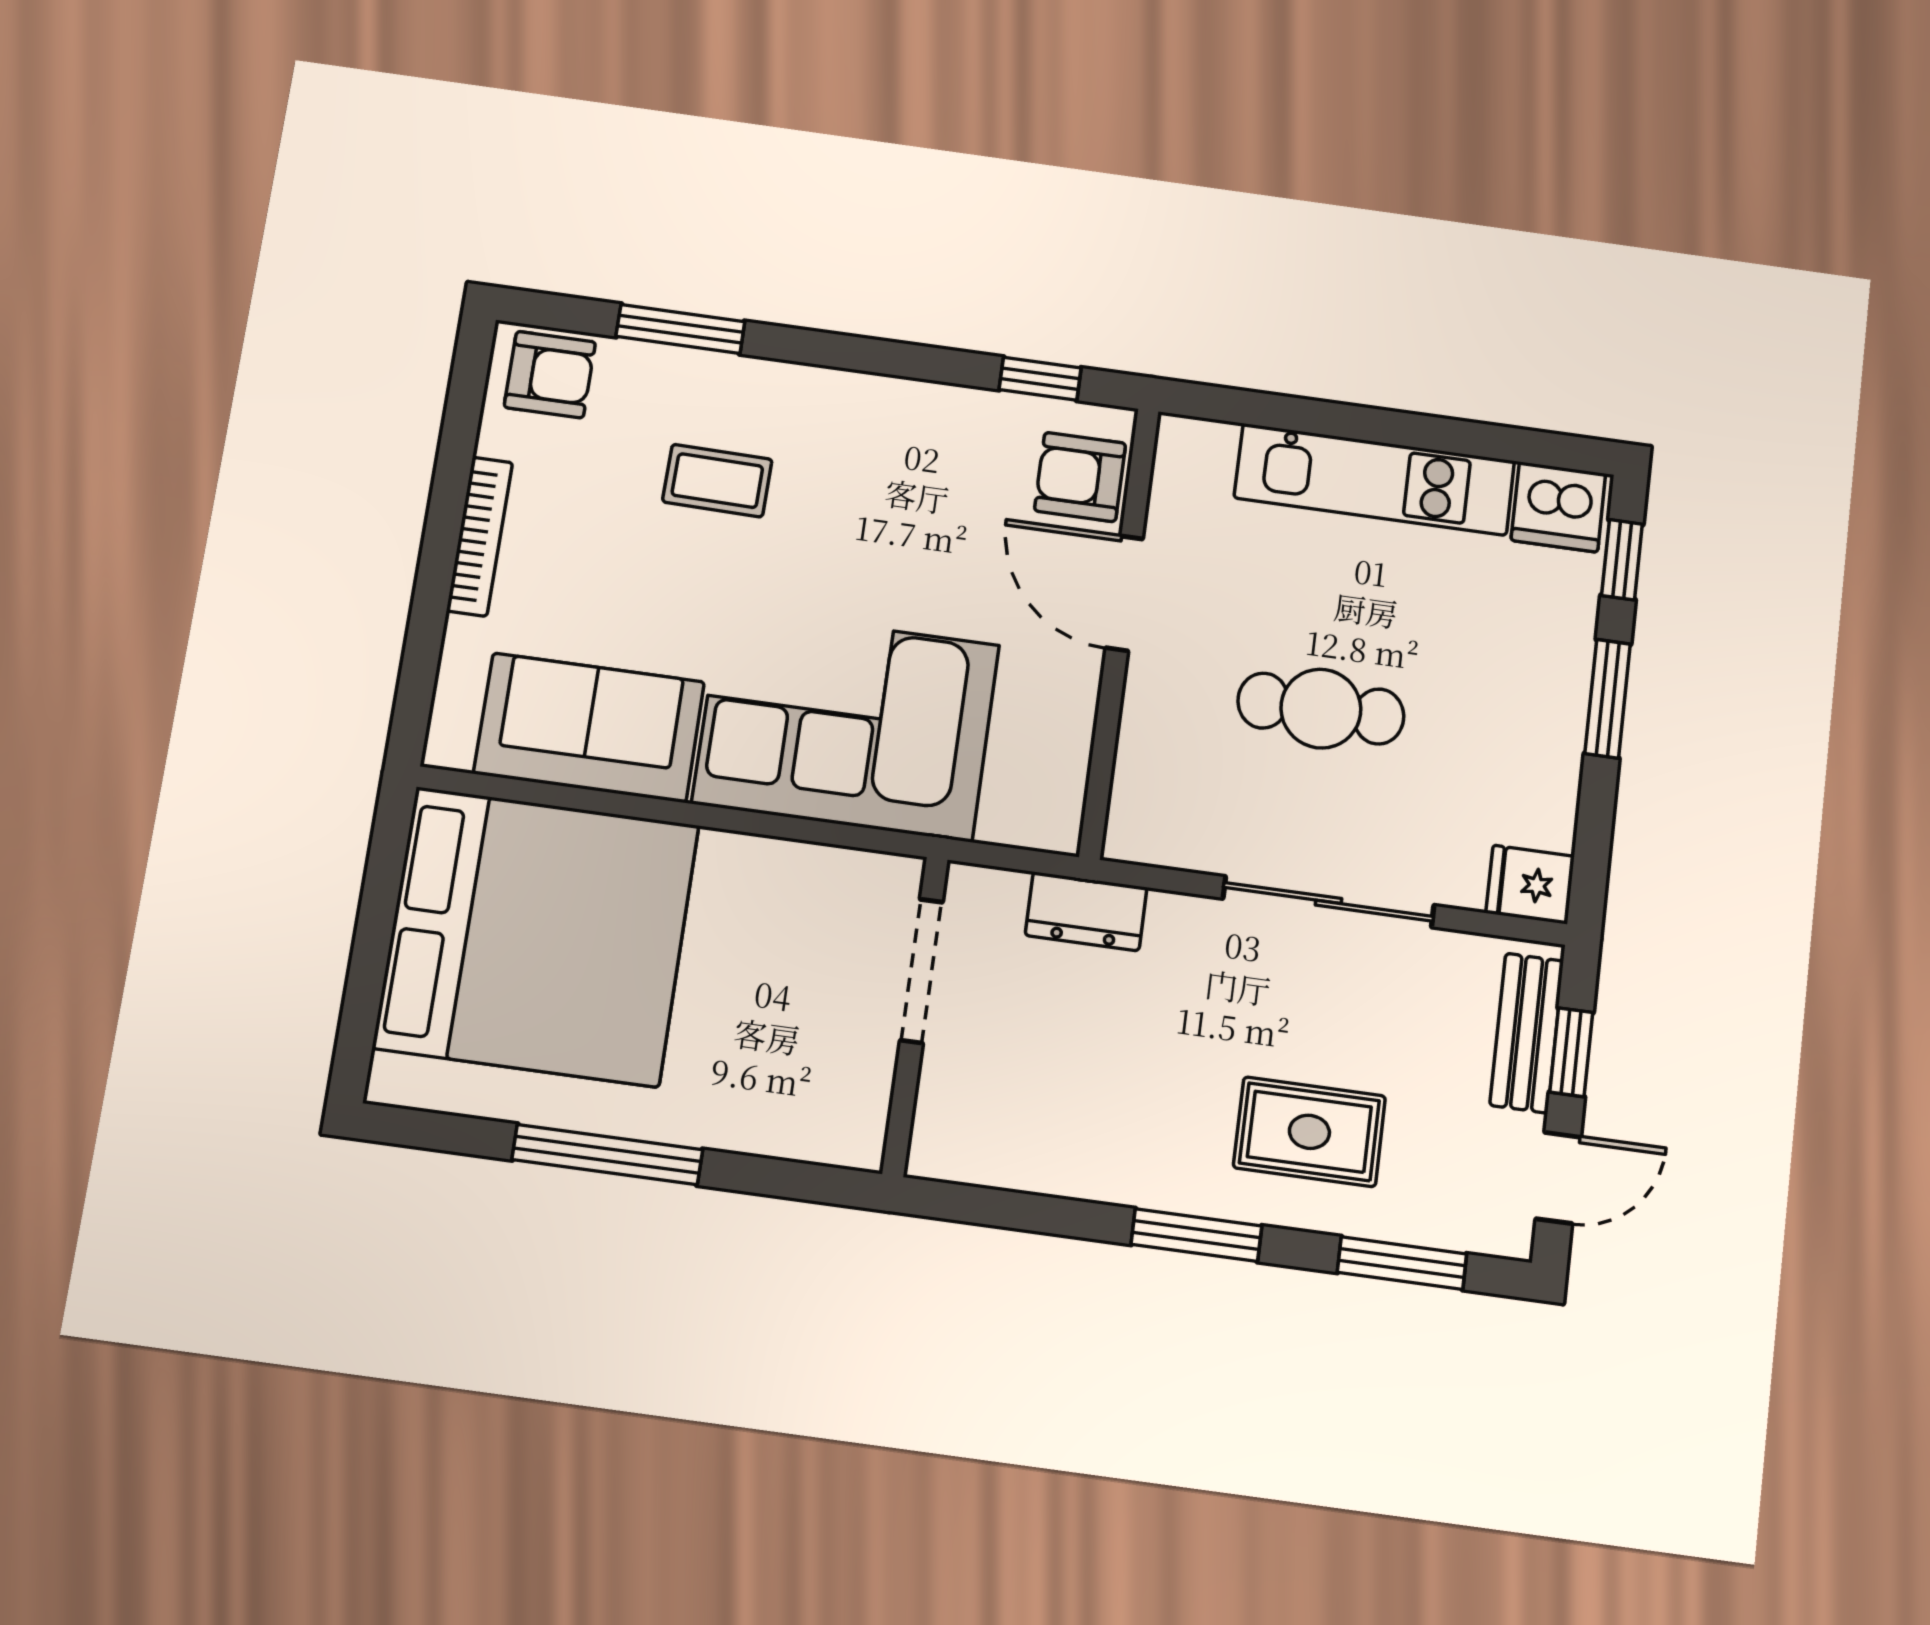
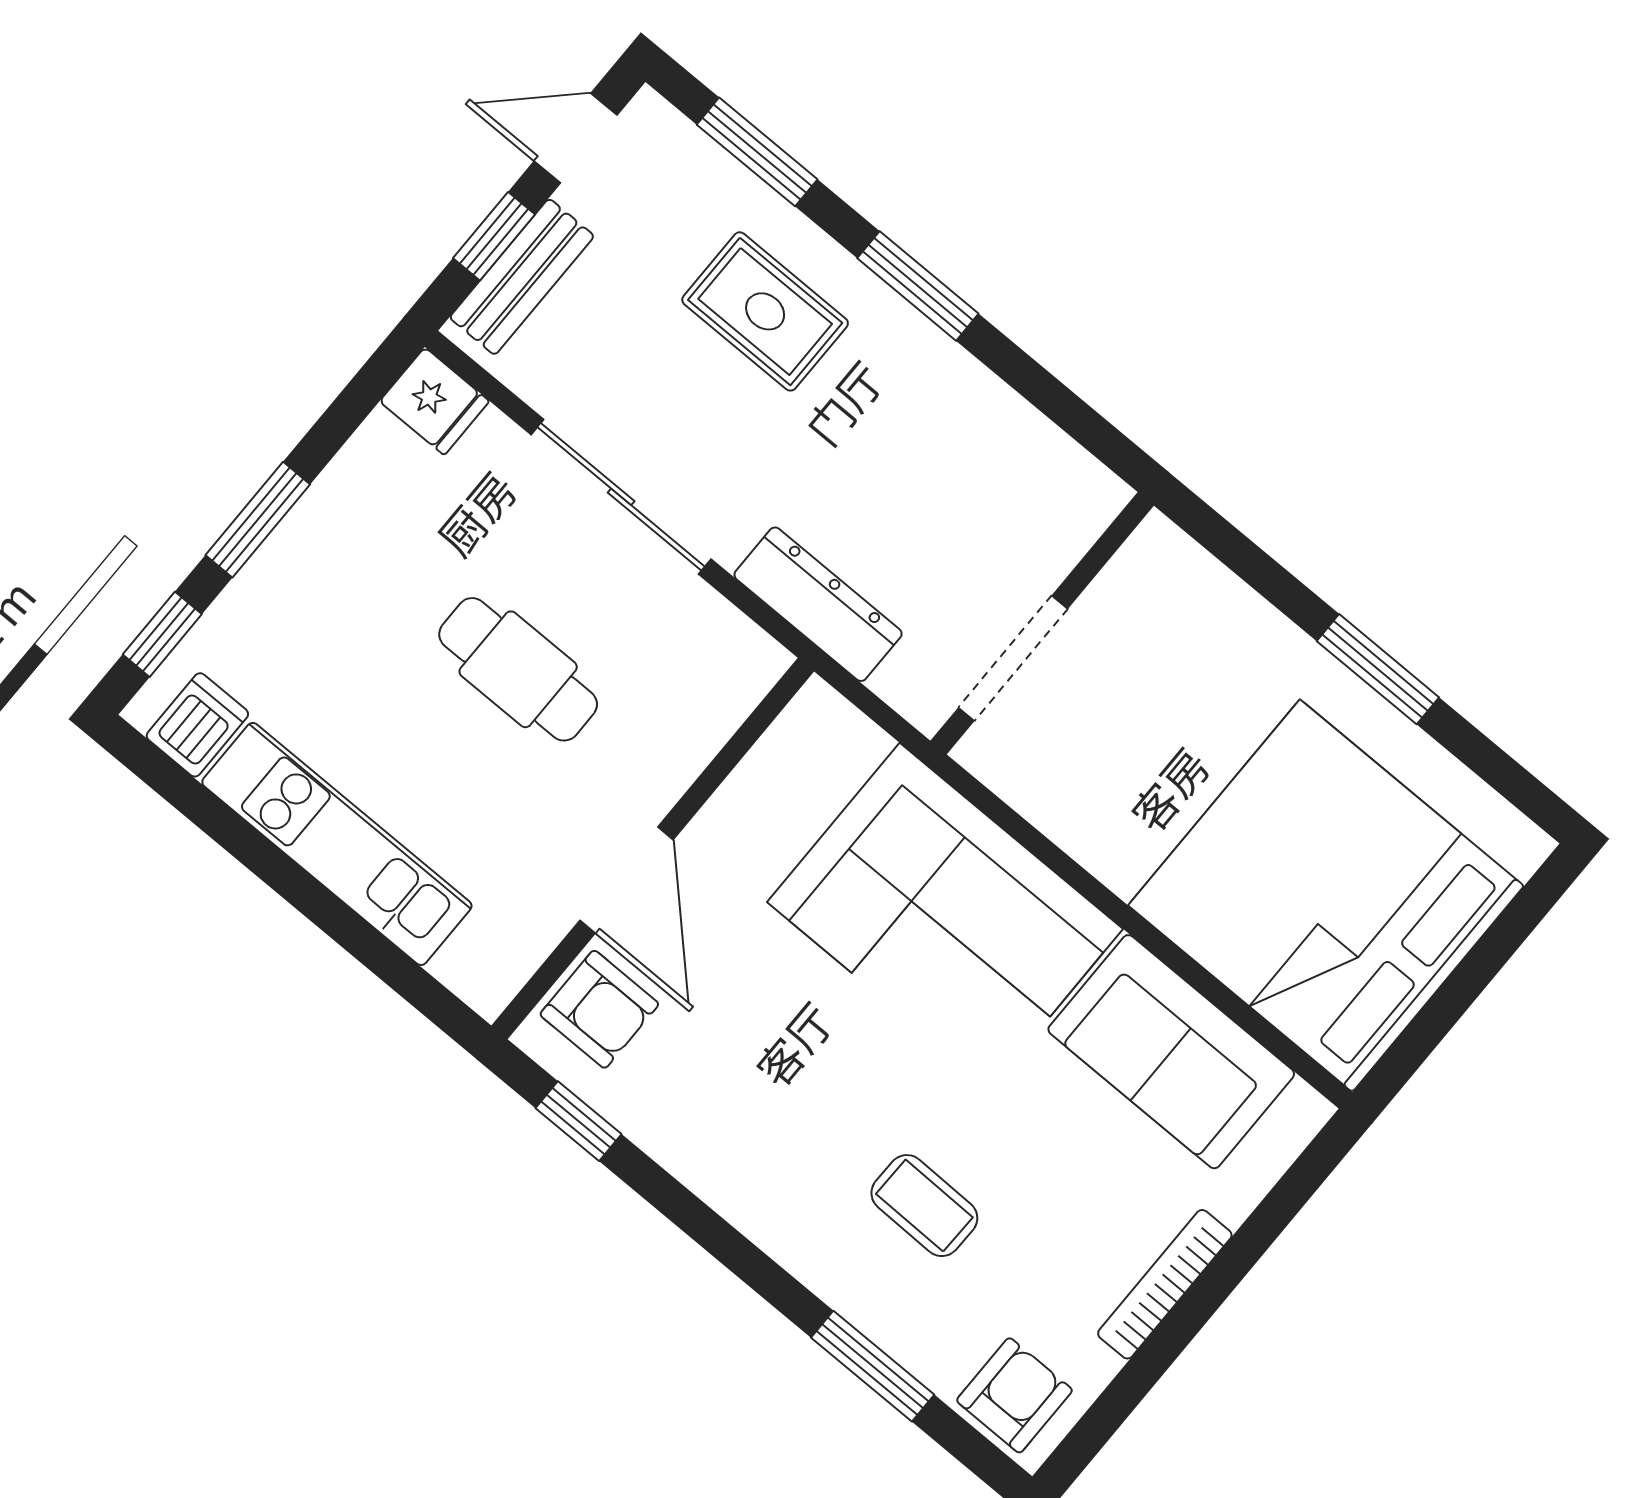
armchair: (550, 375) -> (1014, 1395), turned 90
dishwasher: (1558, 507) -> (197, 725), width x0.73
dresser: (1086, 911) -> (818, 604), width x1.44
window: (607, 1155) -> (1378, 669), width x0.69

